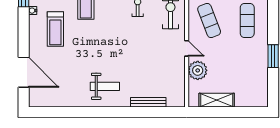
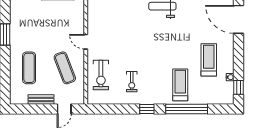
plant: (198, 70) -> (76, 21), removed

